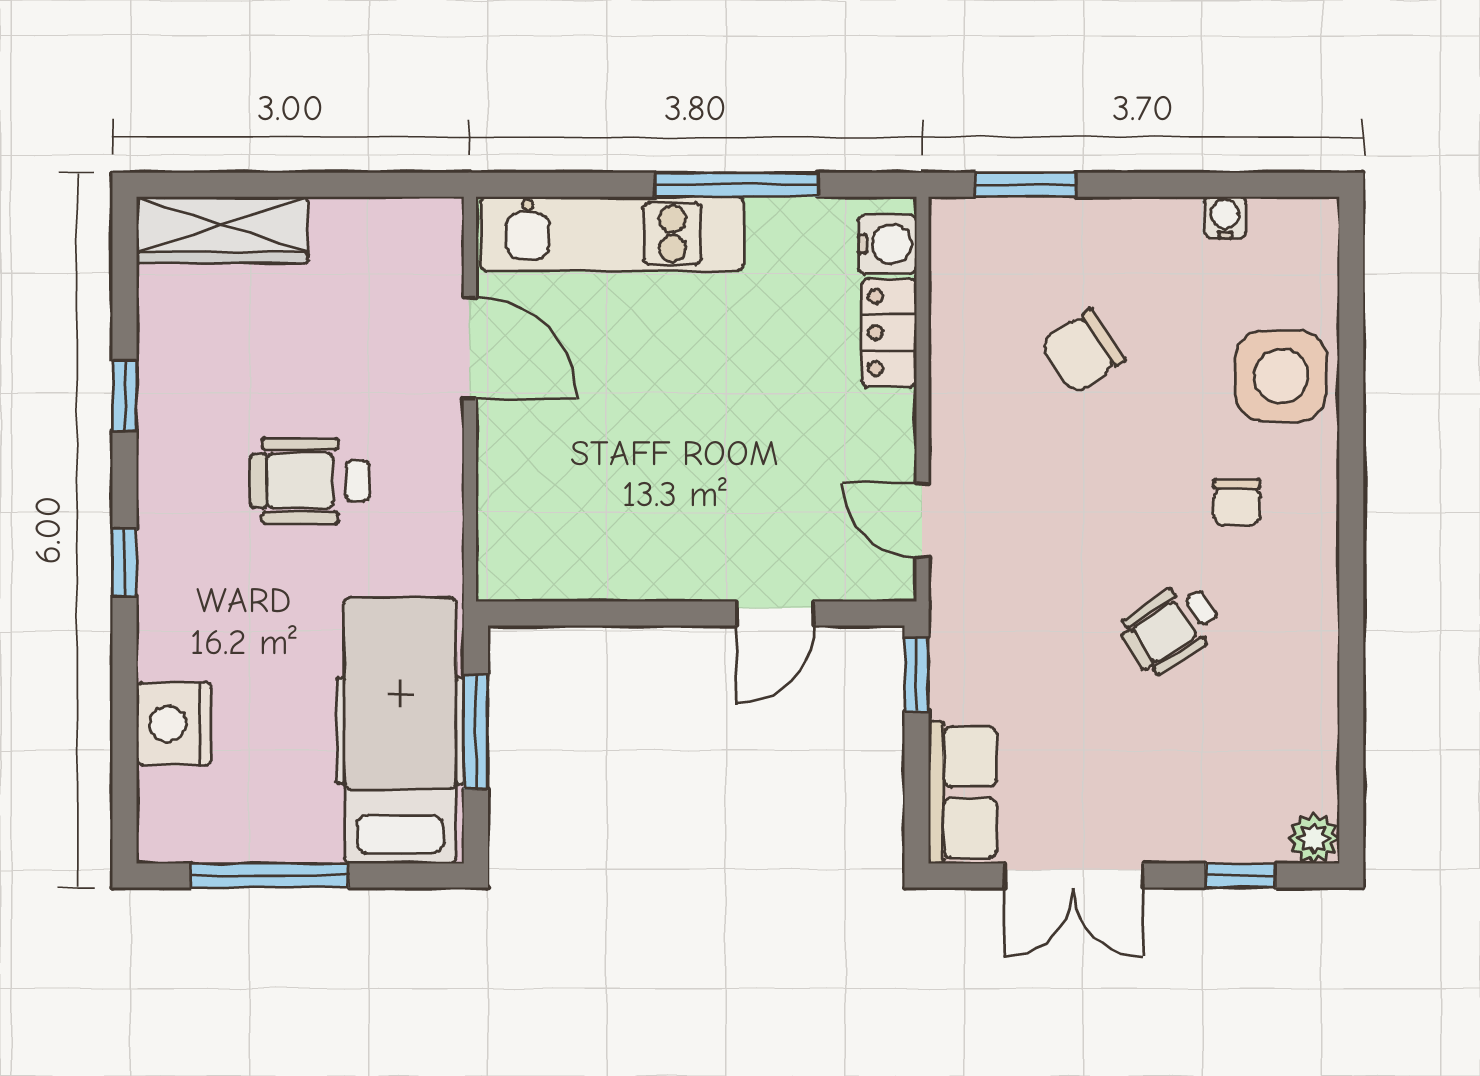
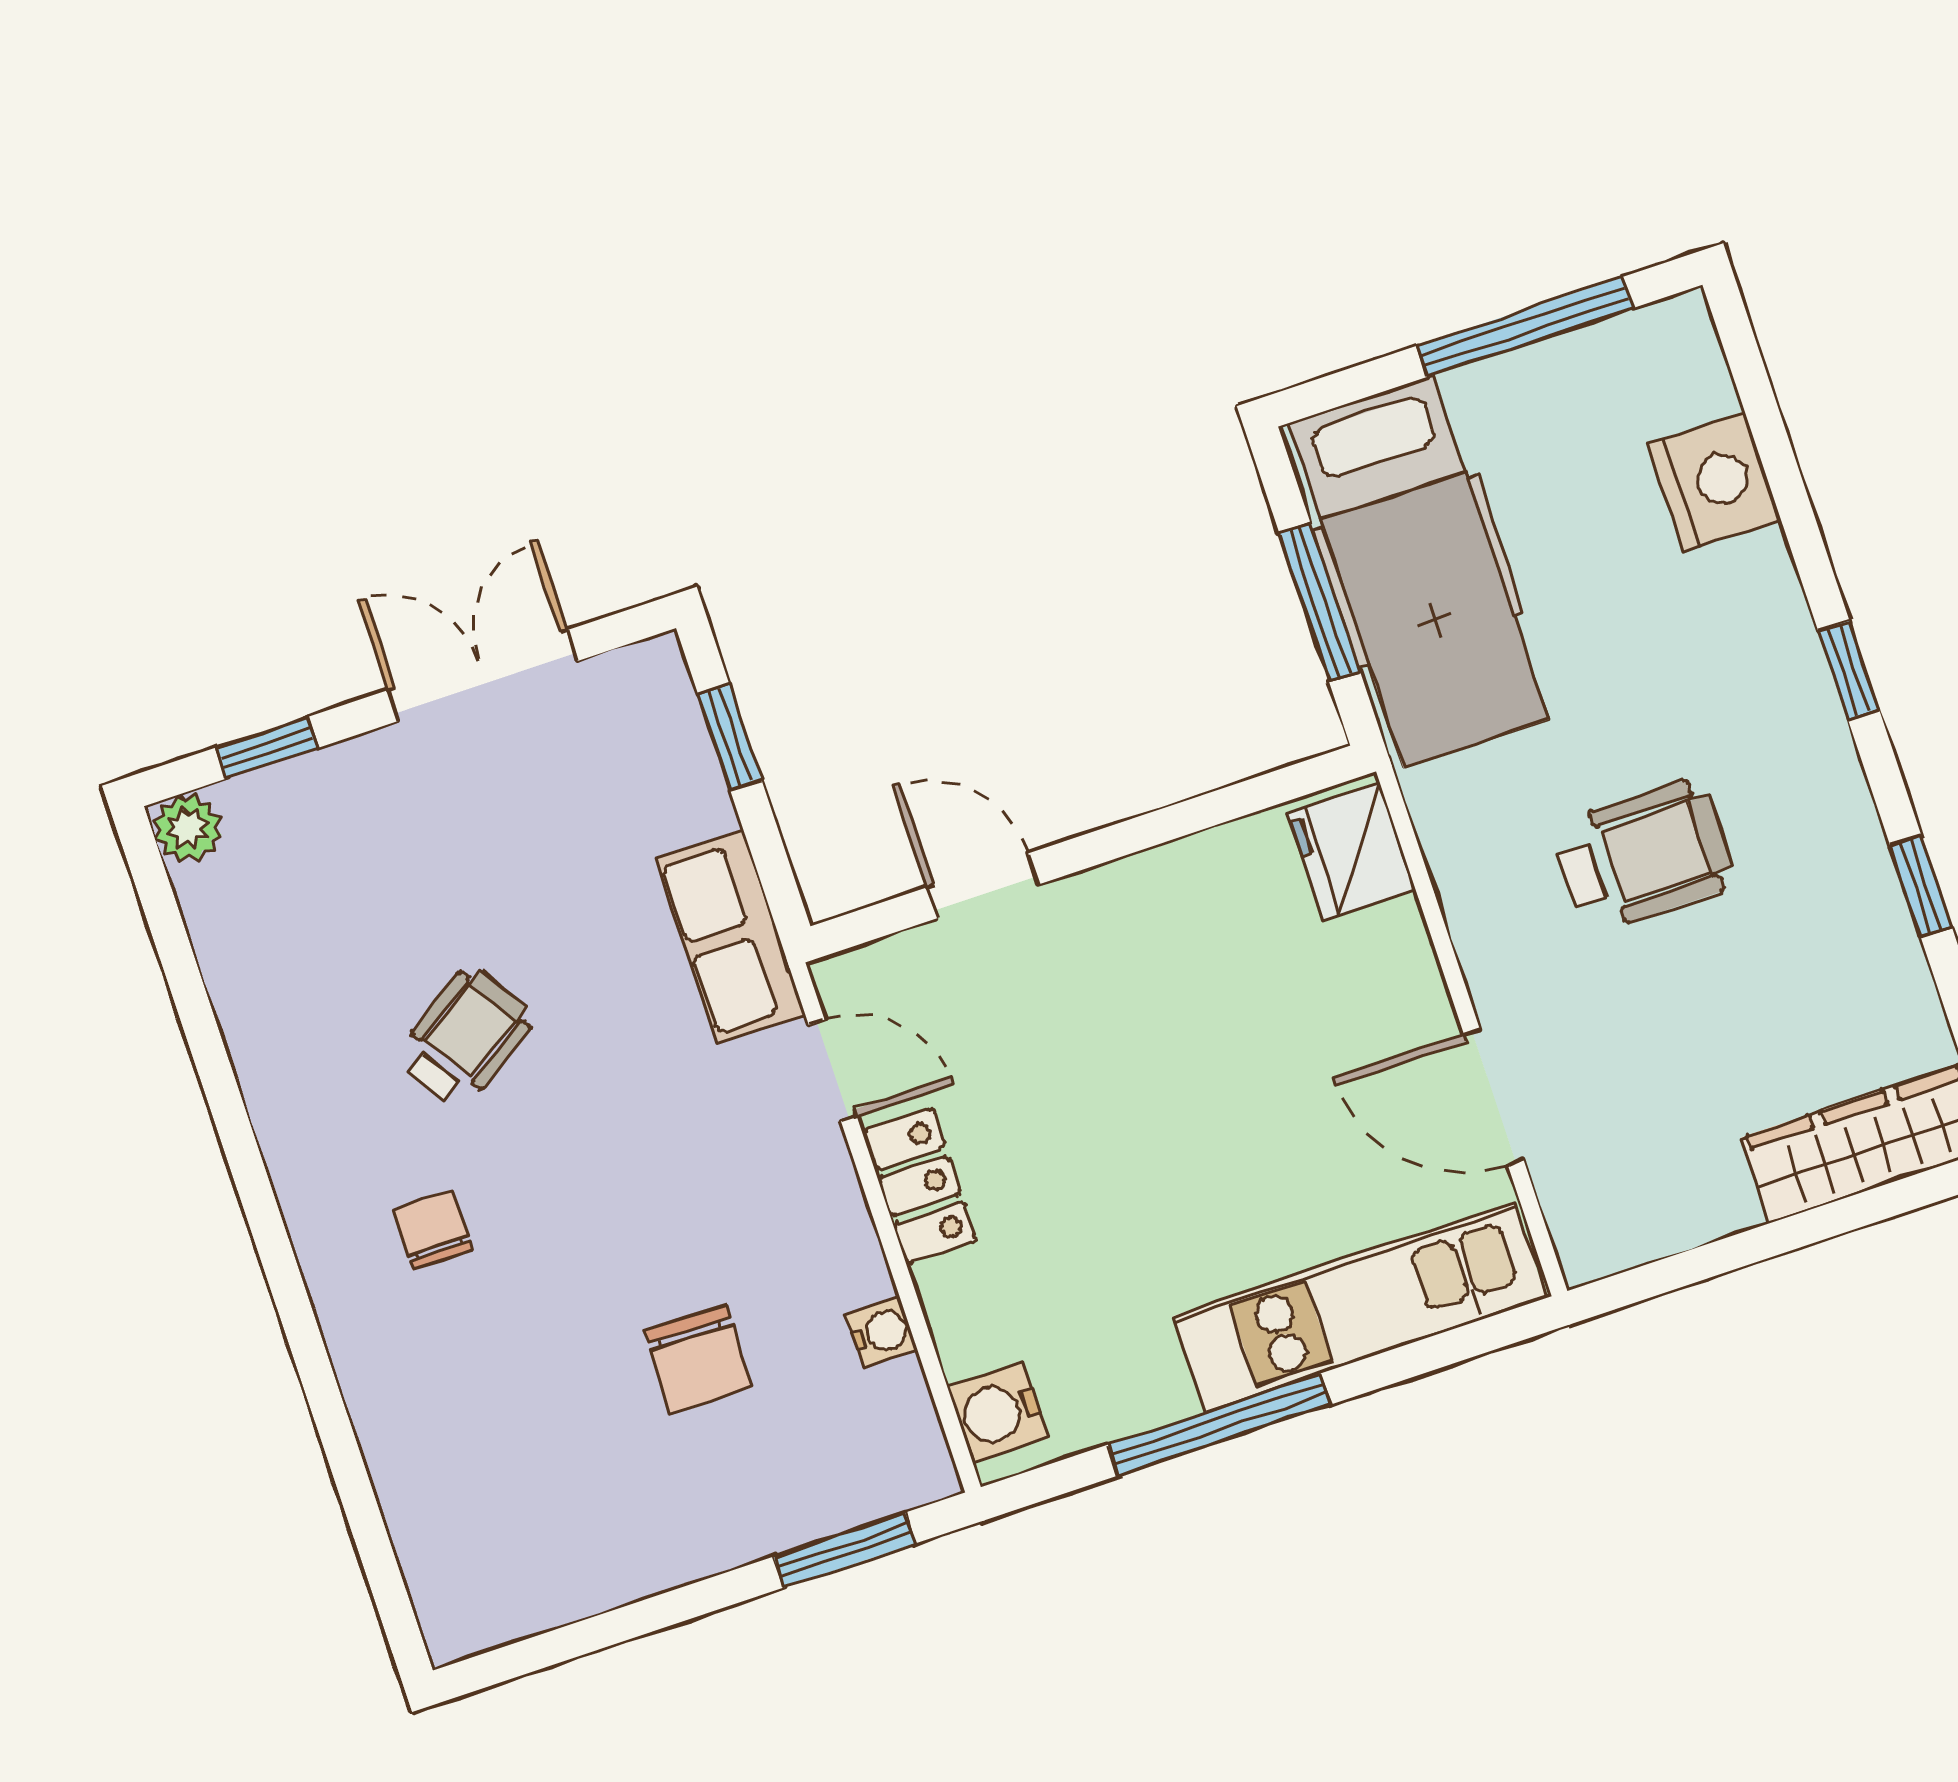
water cooler: (1225, 217) -> (882, 1332), moved, turned -90
locker: (889, 332) -> (919, 1186), moved
chair: (1083, 351) -> (698, 1359), turned 125
side table: (1281, 376) -> (430, 1413), removed
fridge: (512, 552) -> (1351, 851), added
door: (775, 613) -> (983, 886), hinge flipped
window: (917, 674) -> (730, 738), moved
row of seats: (963, 792) -> (730, 937), moved

